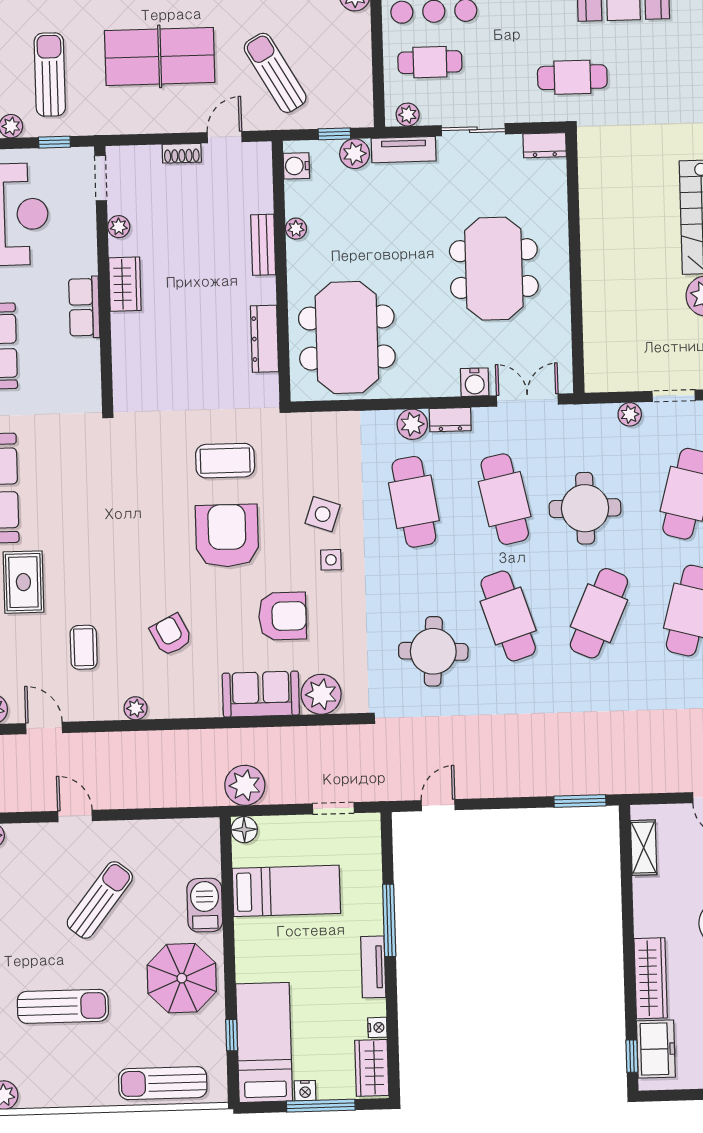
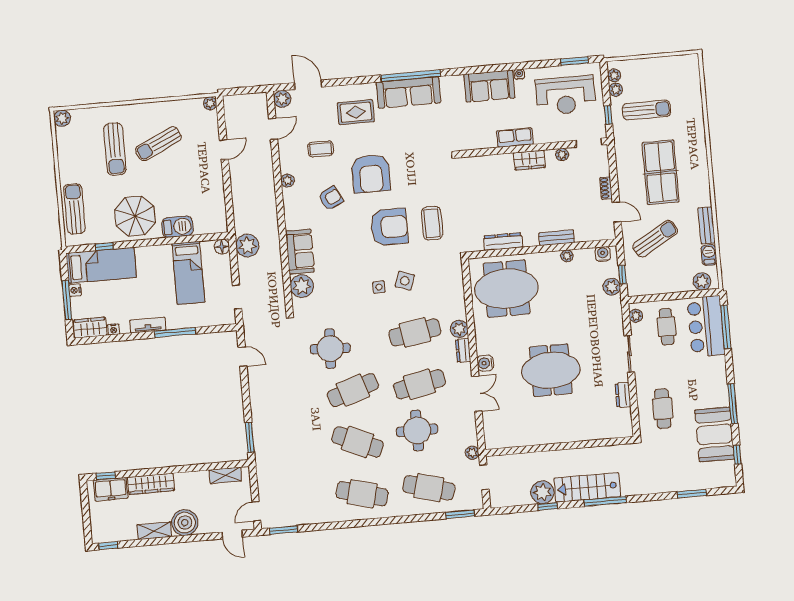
tv unit: (404, 150) -> (616, 315), removed
wall: (575, 263) -> (560, 446), moved
armchair: (283, 616) -> (371, 174), moved, width x1.36, depth x1.36
sun lounger: (100, 900) -> (158, 144), moved, turned 117

